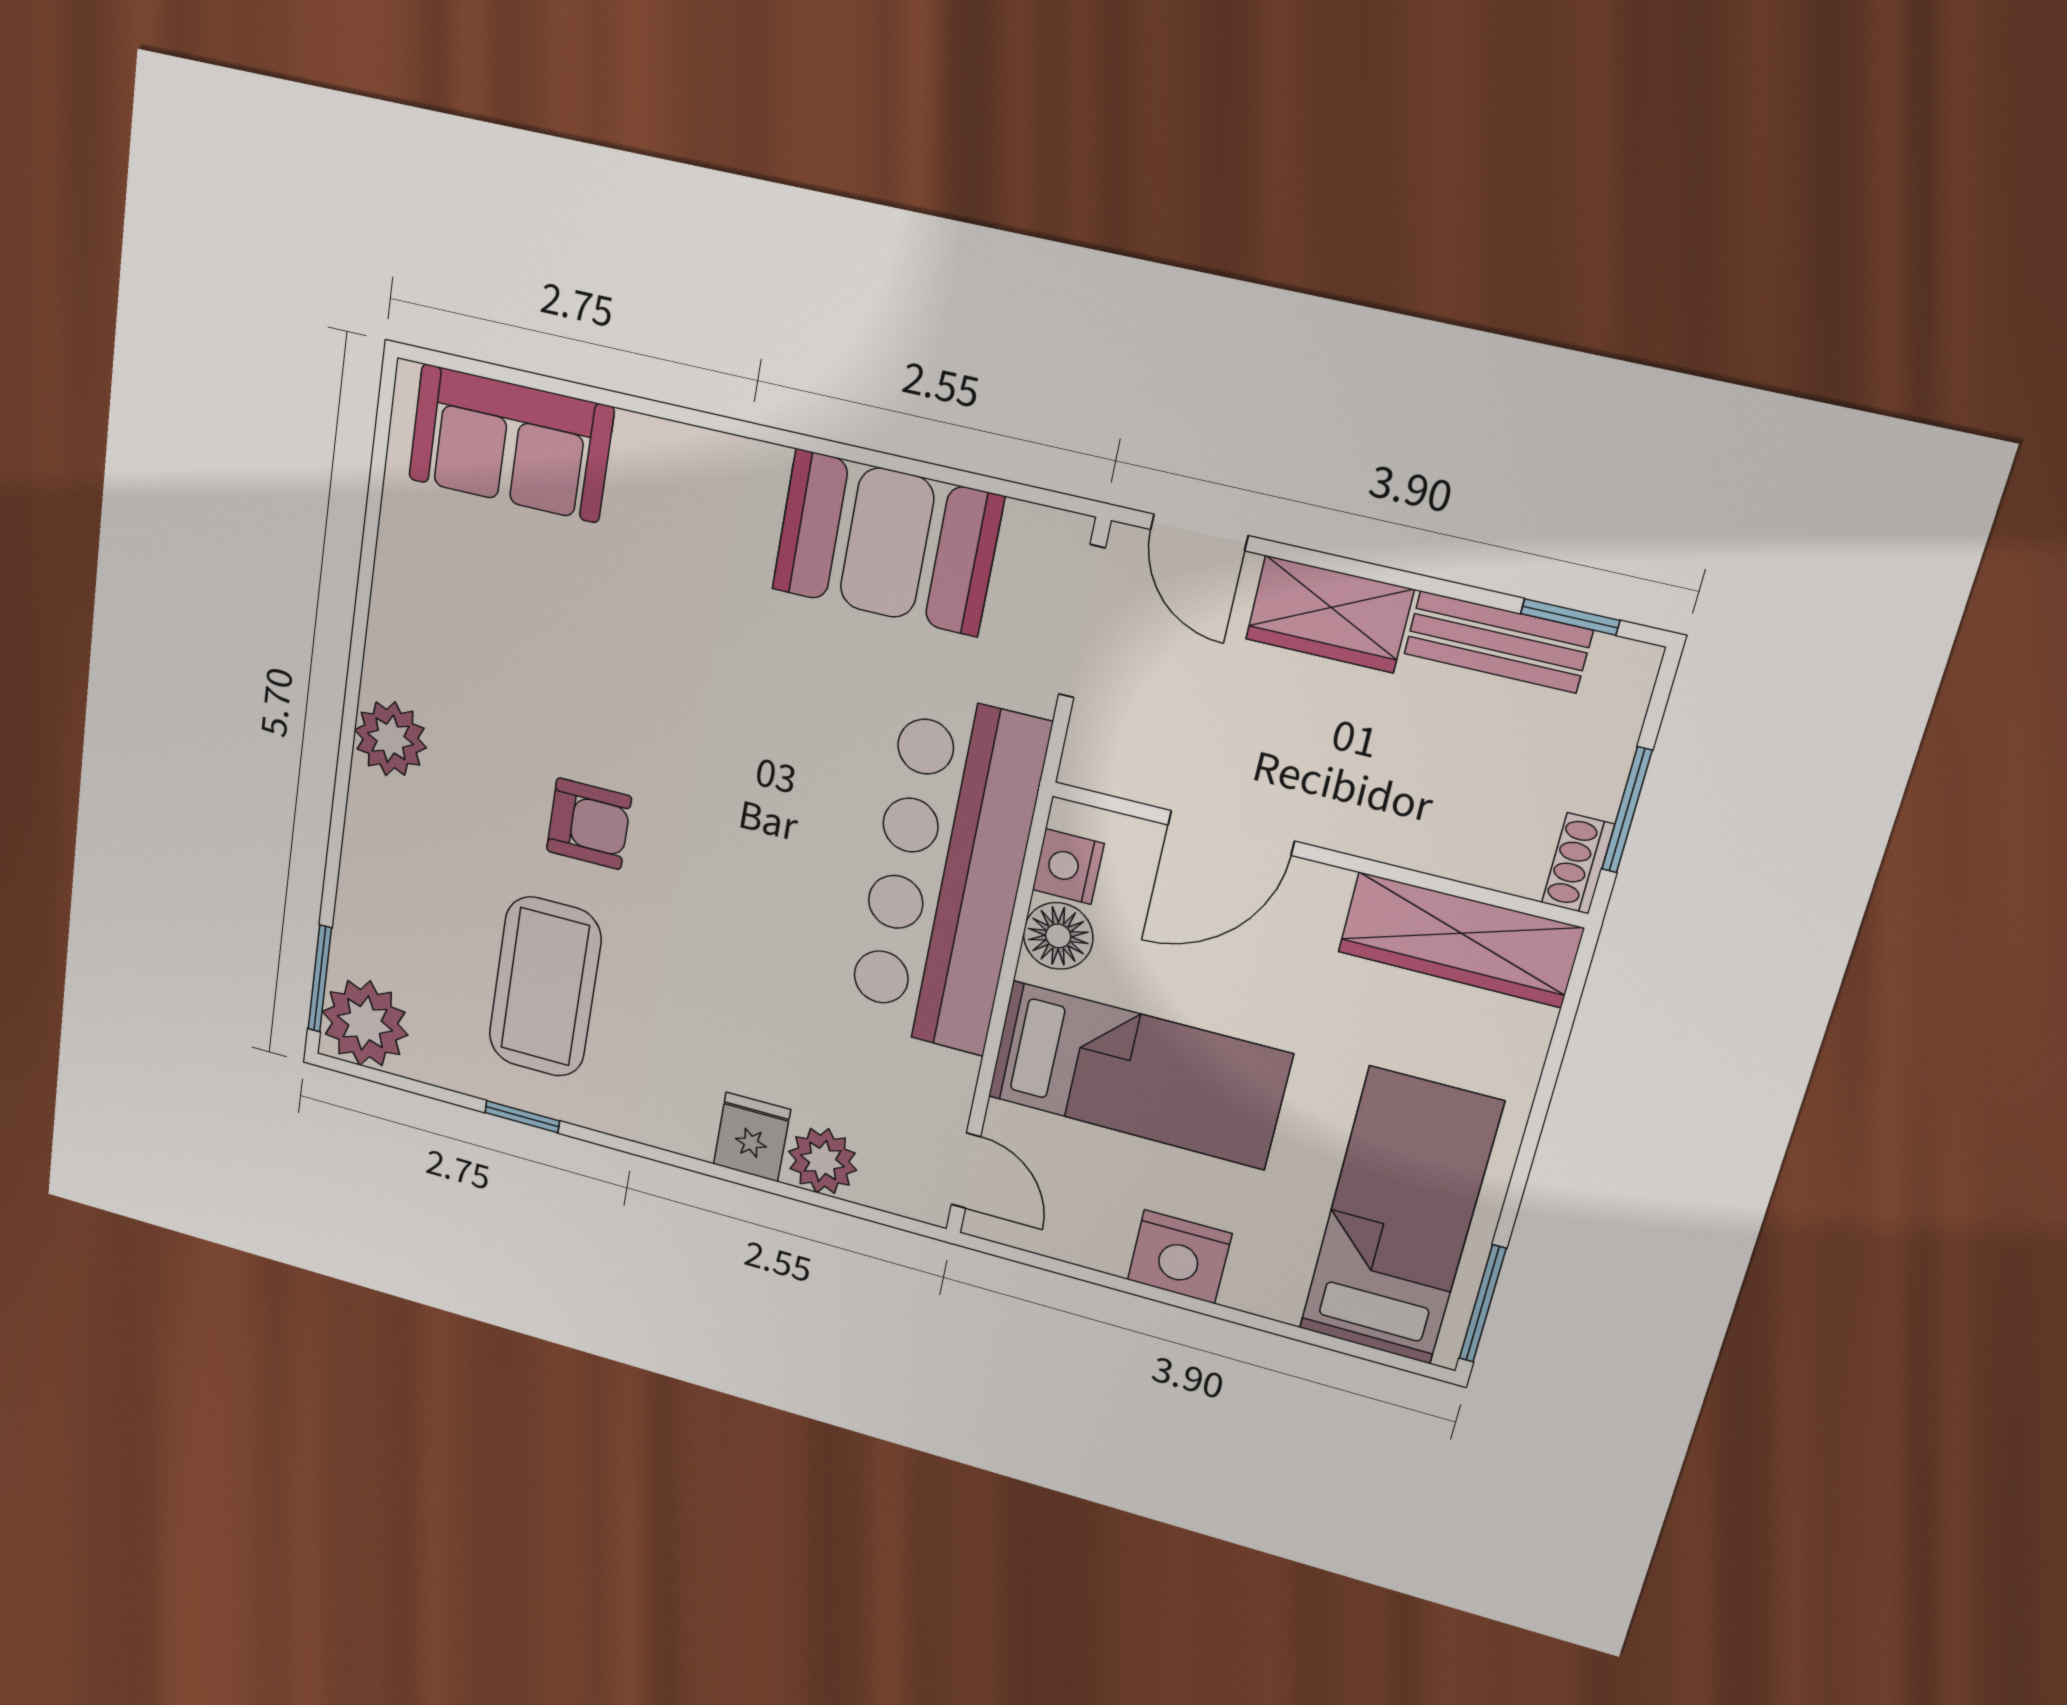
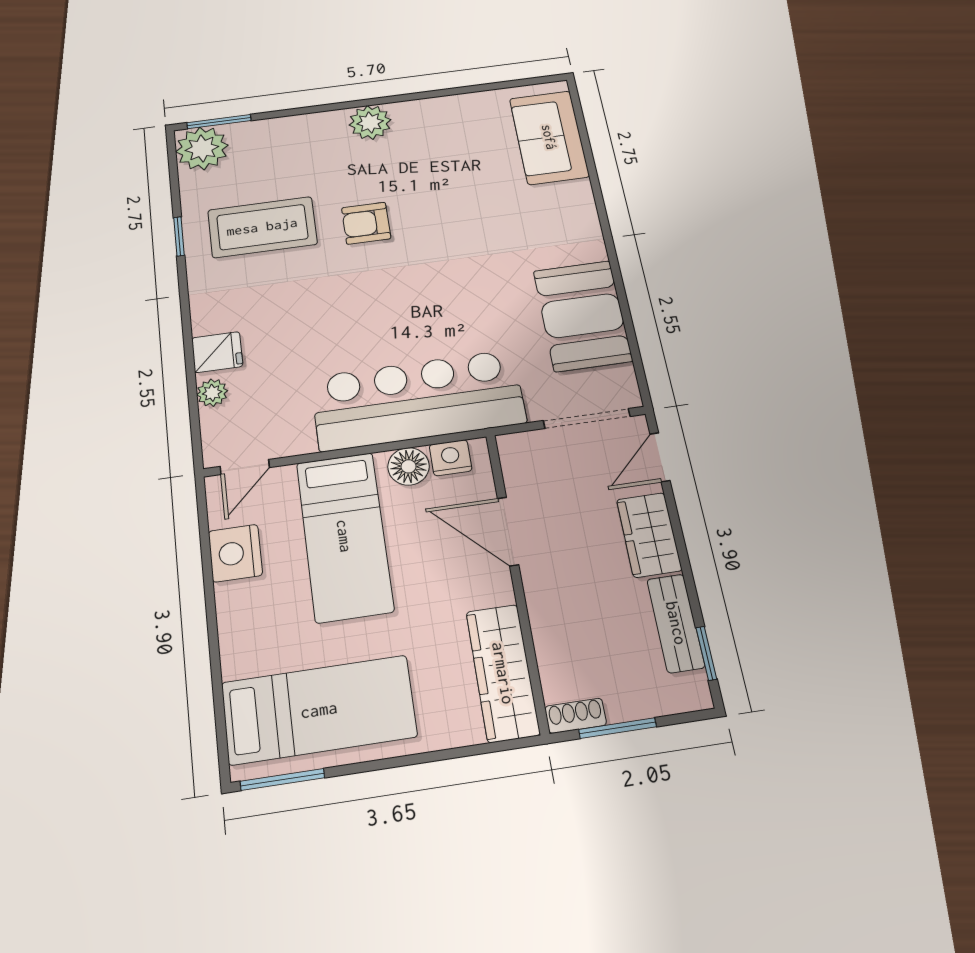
armchair: (589, 824) -> (366, 223), turned 90
plant: (823, 1161) -> (212, 393), width x0.73, depth x0.73
nightstand: (1180, 1257) -> (235, 553), moved

